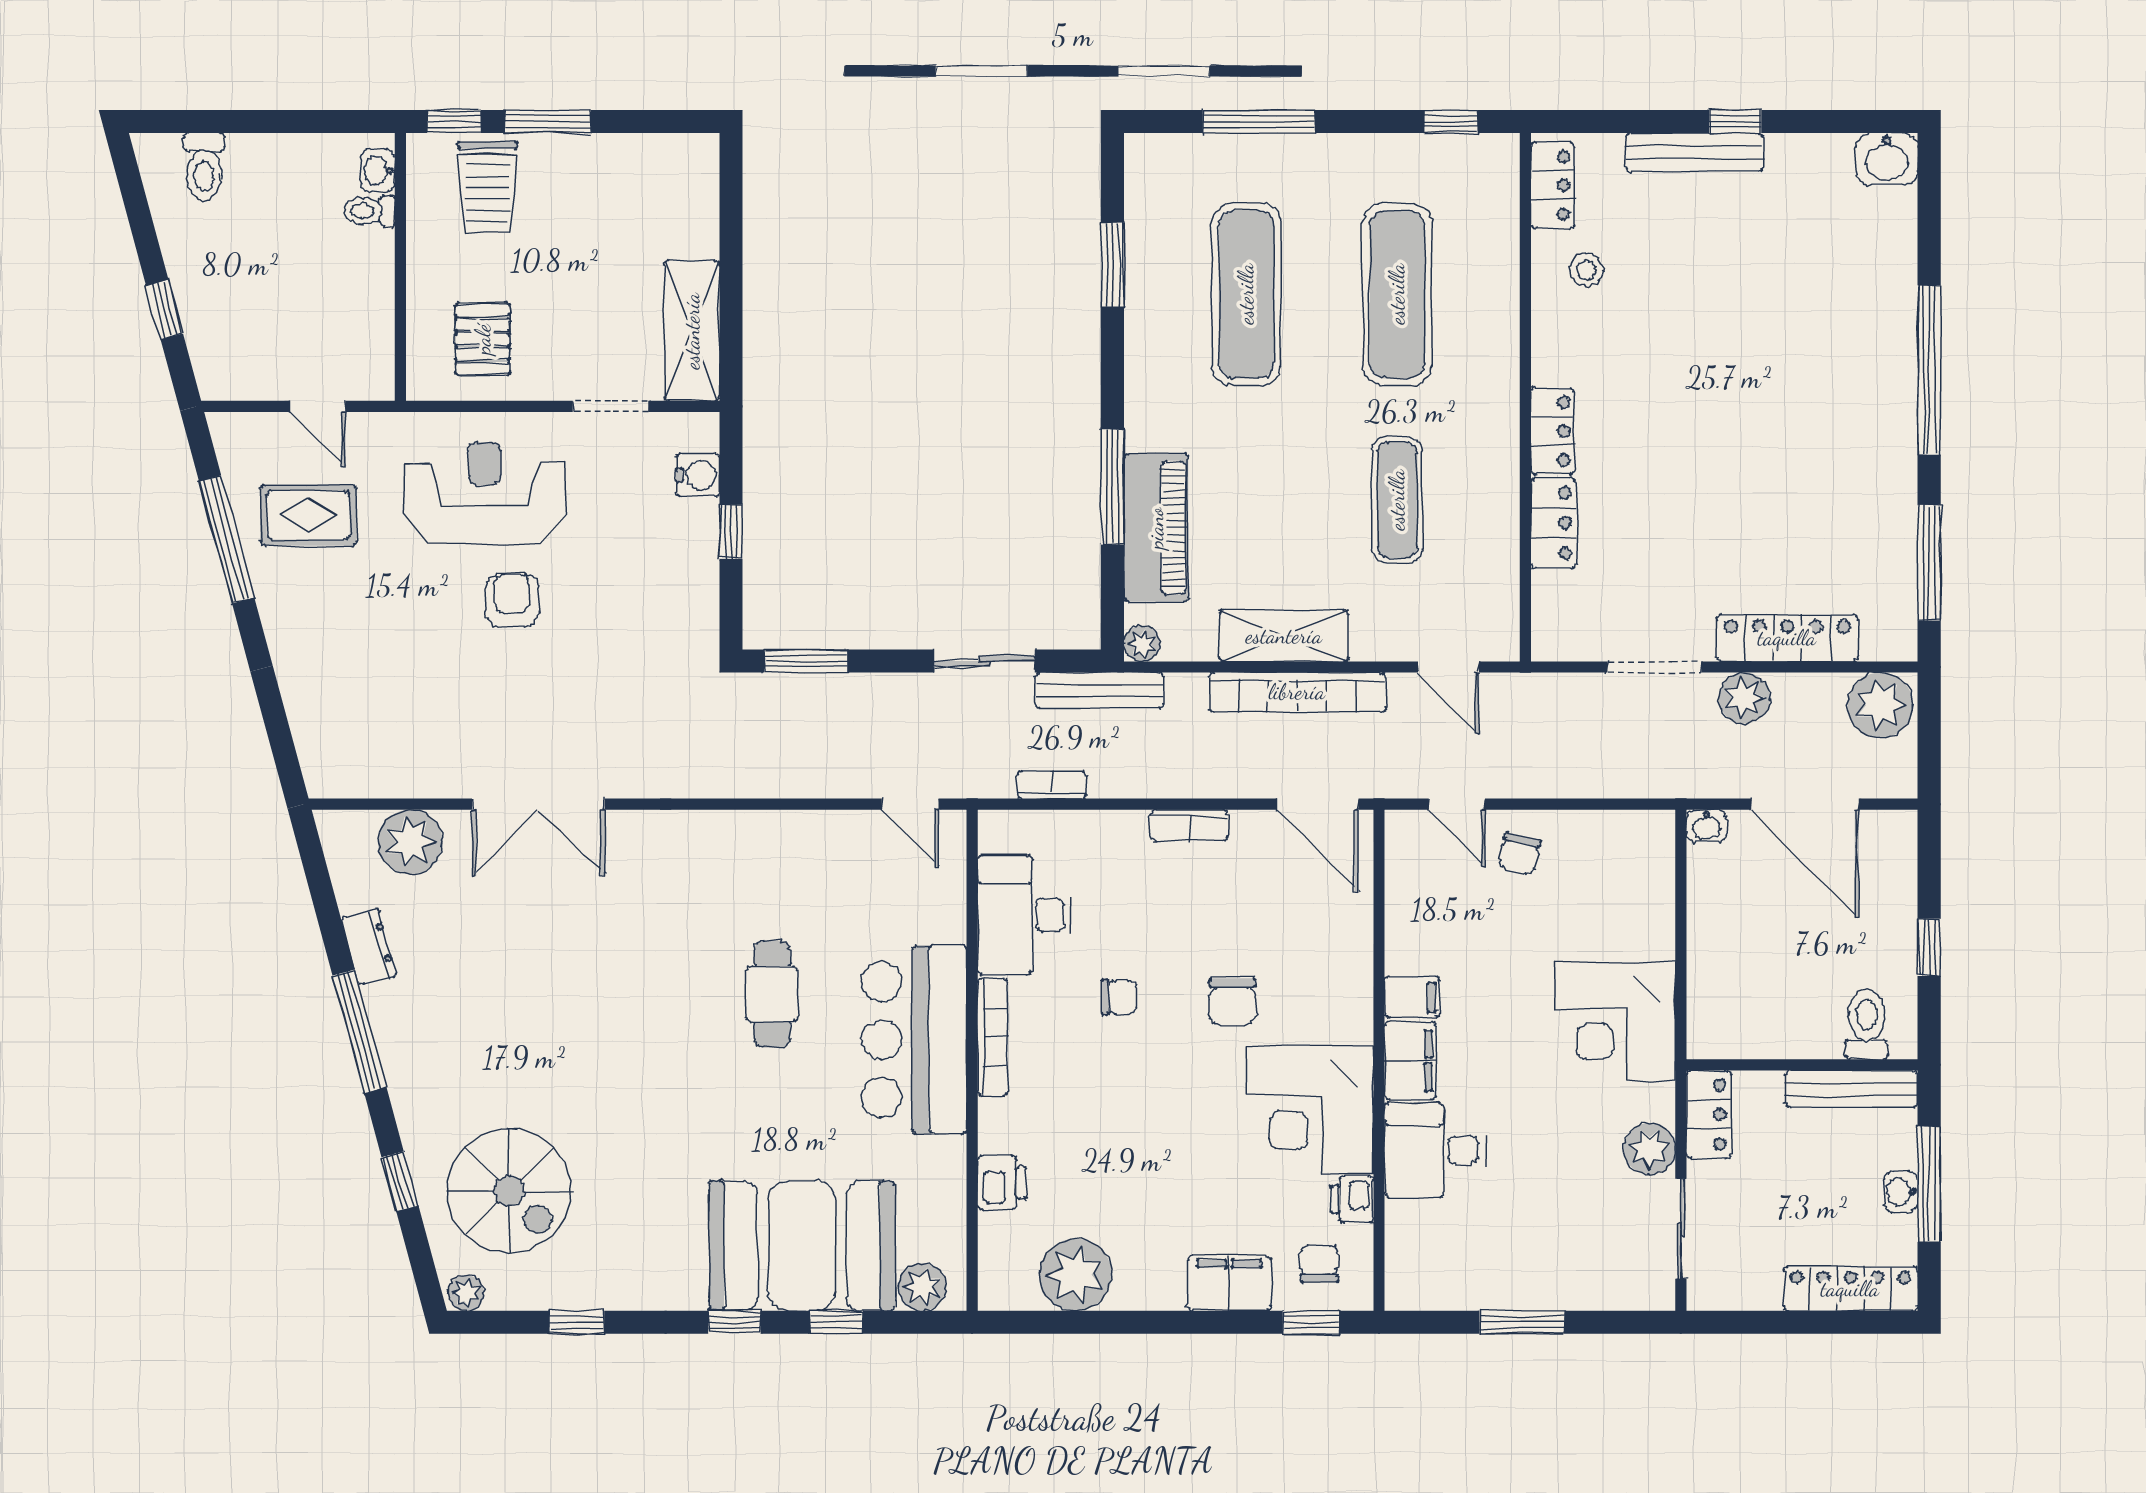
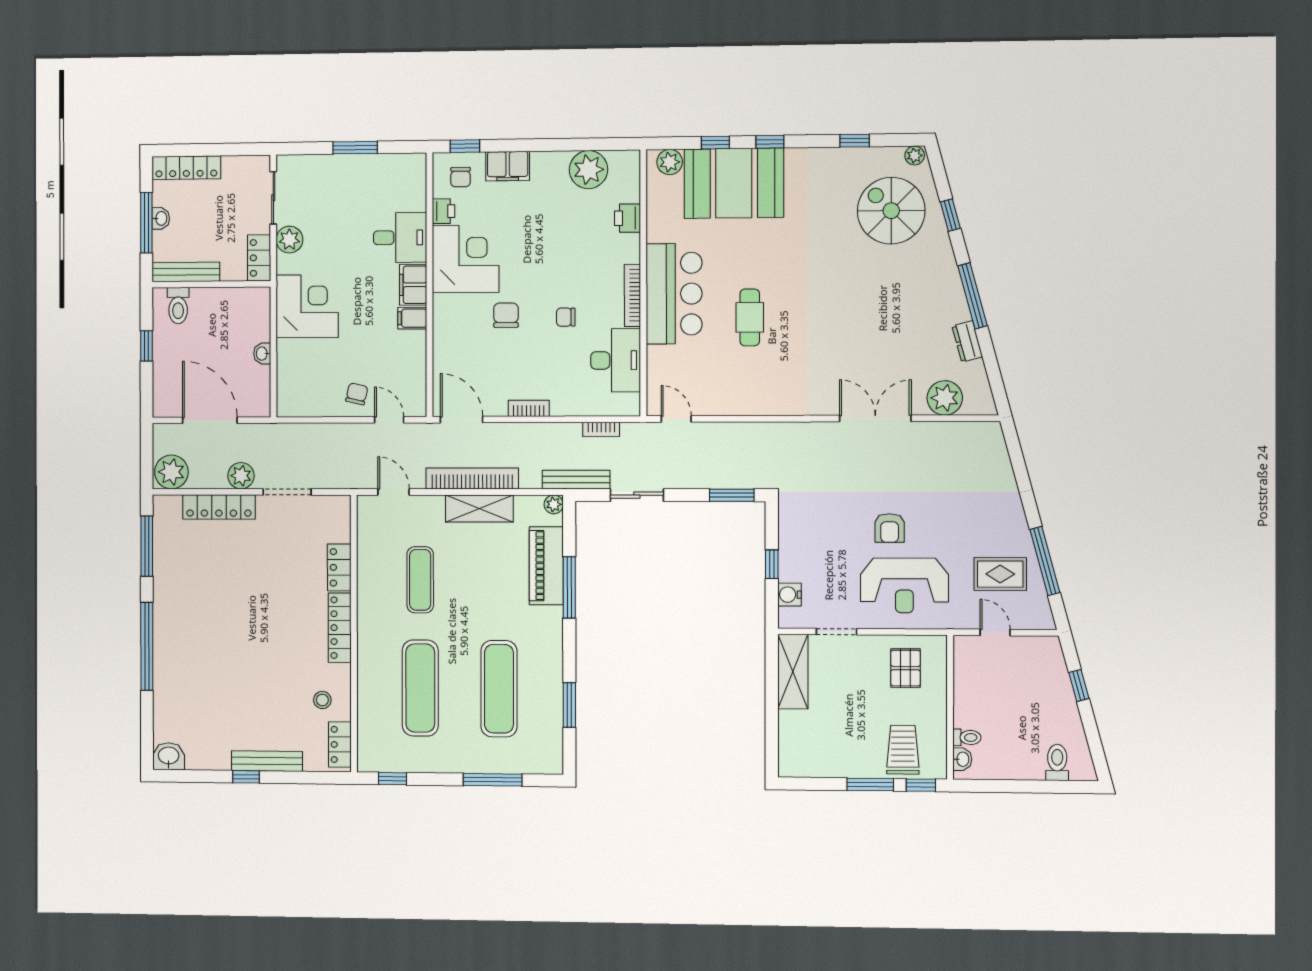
locker: (1553, 431) -> (340, 628), width x1.53
washbasin: (1707, 826) -> (262, 354), moved, turned -90

